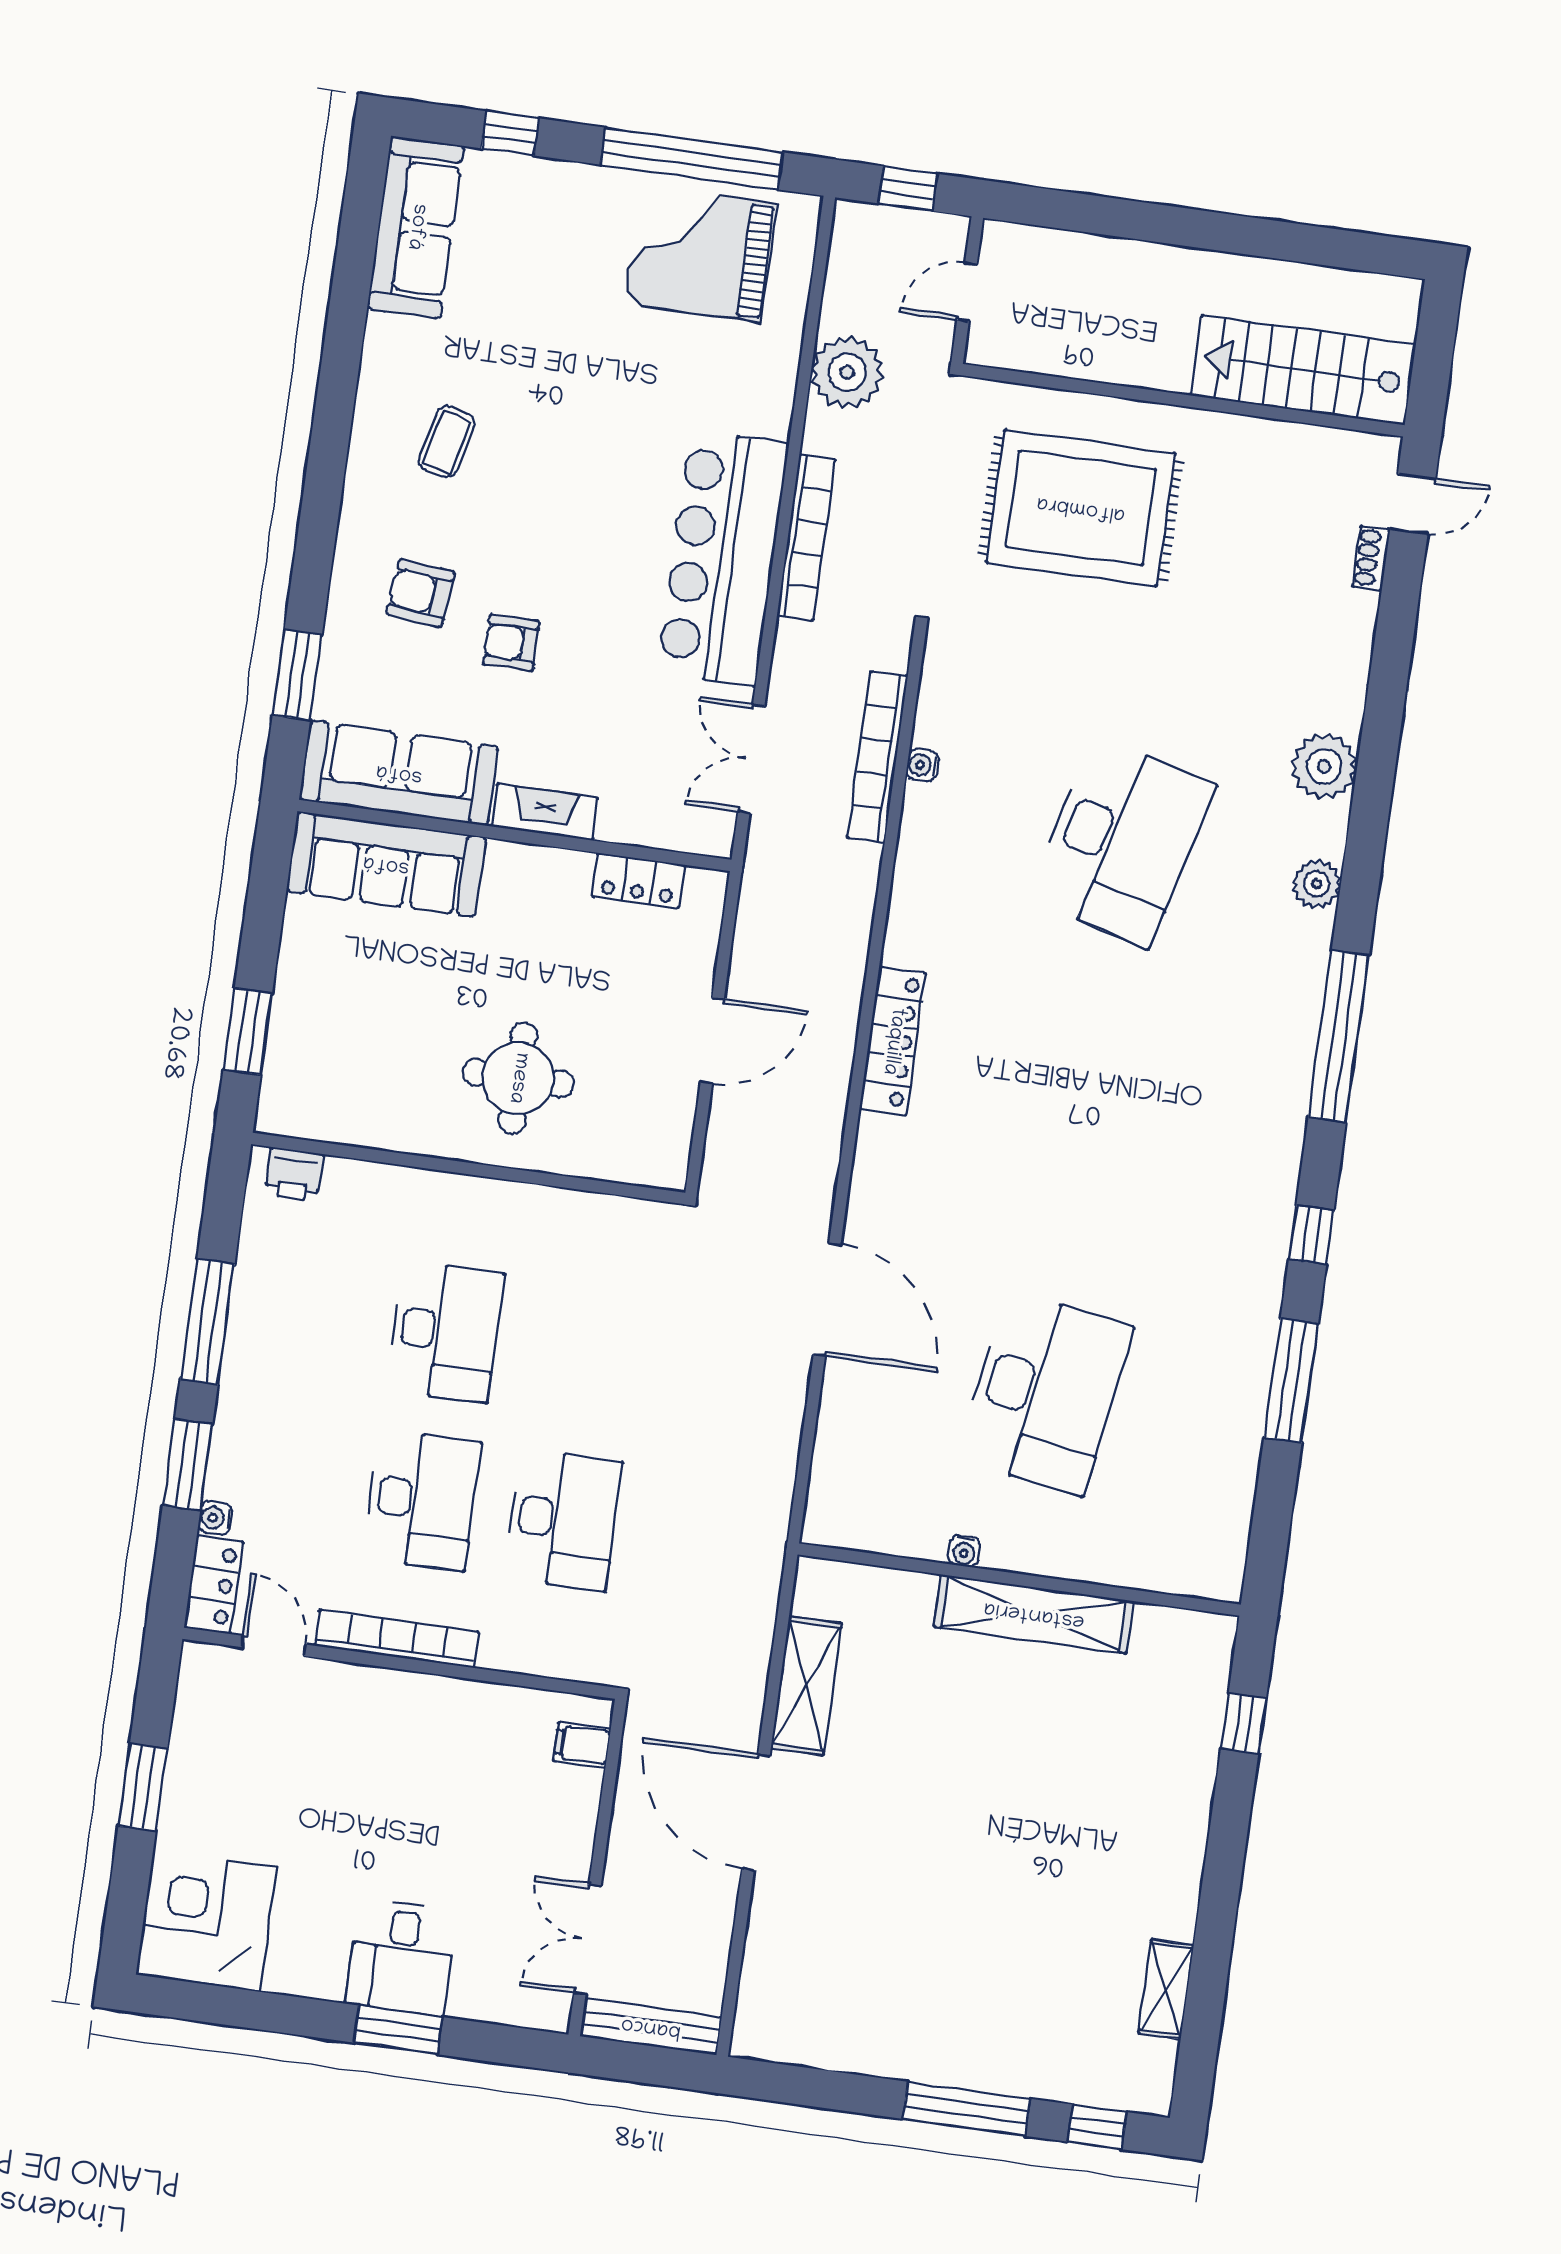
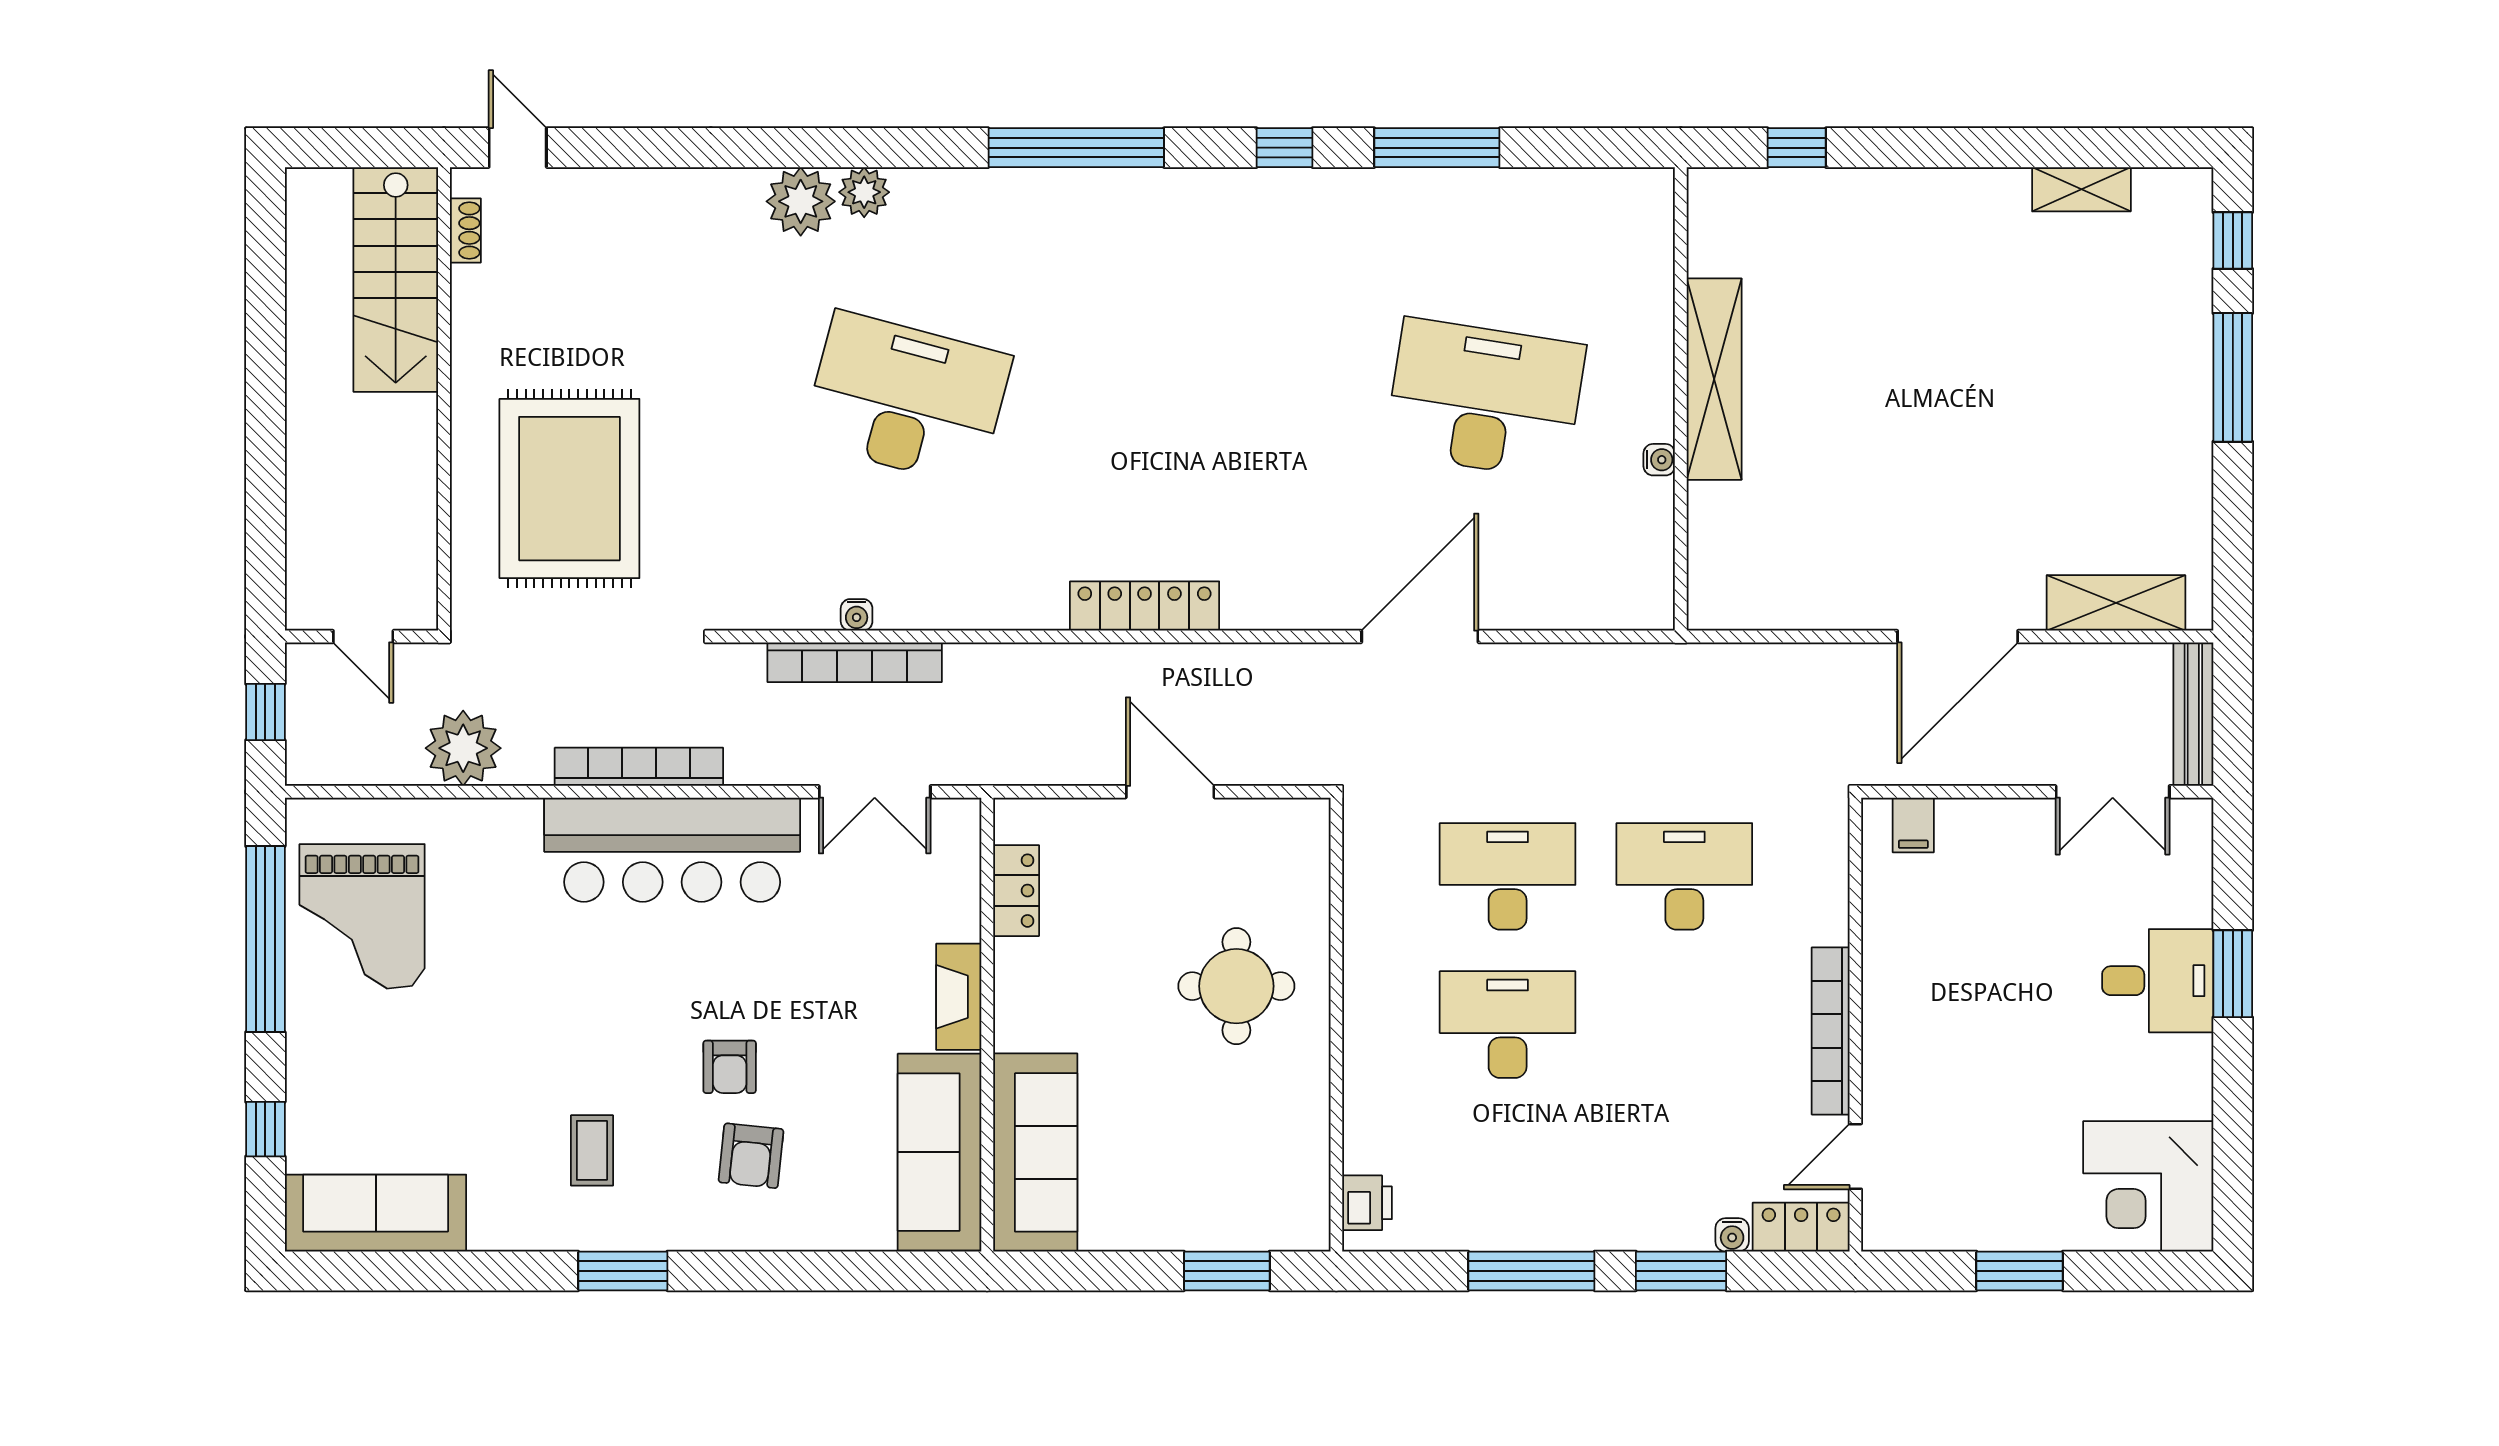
coffee table: (447, 442) -> (592, 1150), turned 76
shoe rack: (1371, 558) -> (465, 230), moved, turned -90
armchair: (511, 643) -> (730, 1067), moved
window: (297, 675) -> (623, 1271), moved
plant: (1317, 884) -> (864, 192), moved
desk: (422, 1500) -> (1508, 876), moved
shelving: (806, 1686) -> (2116, 603), moved

